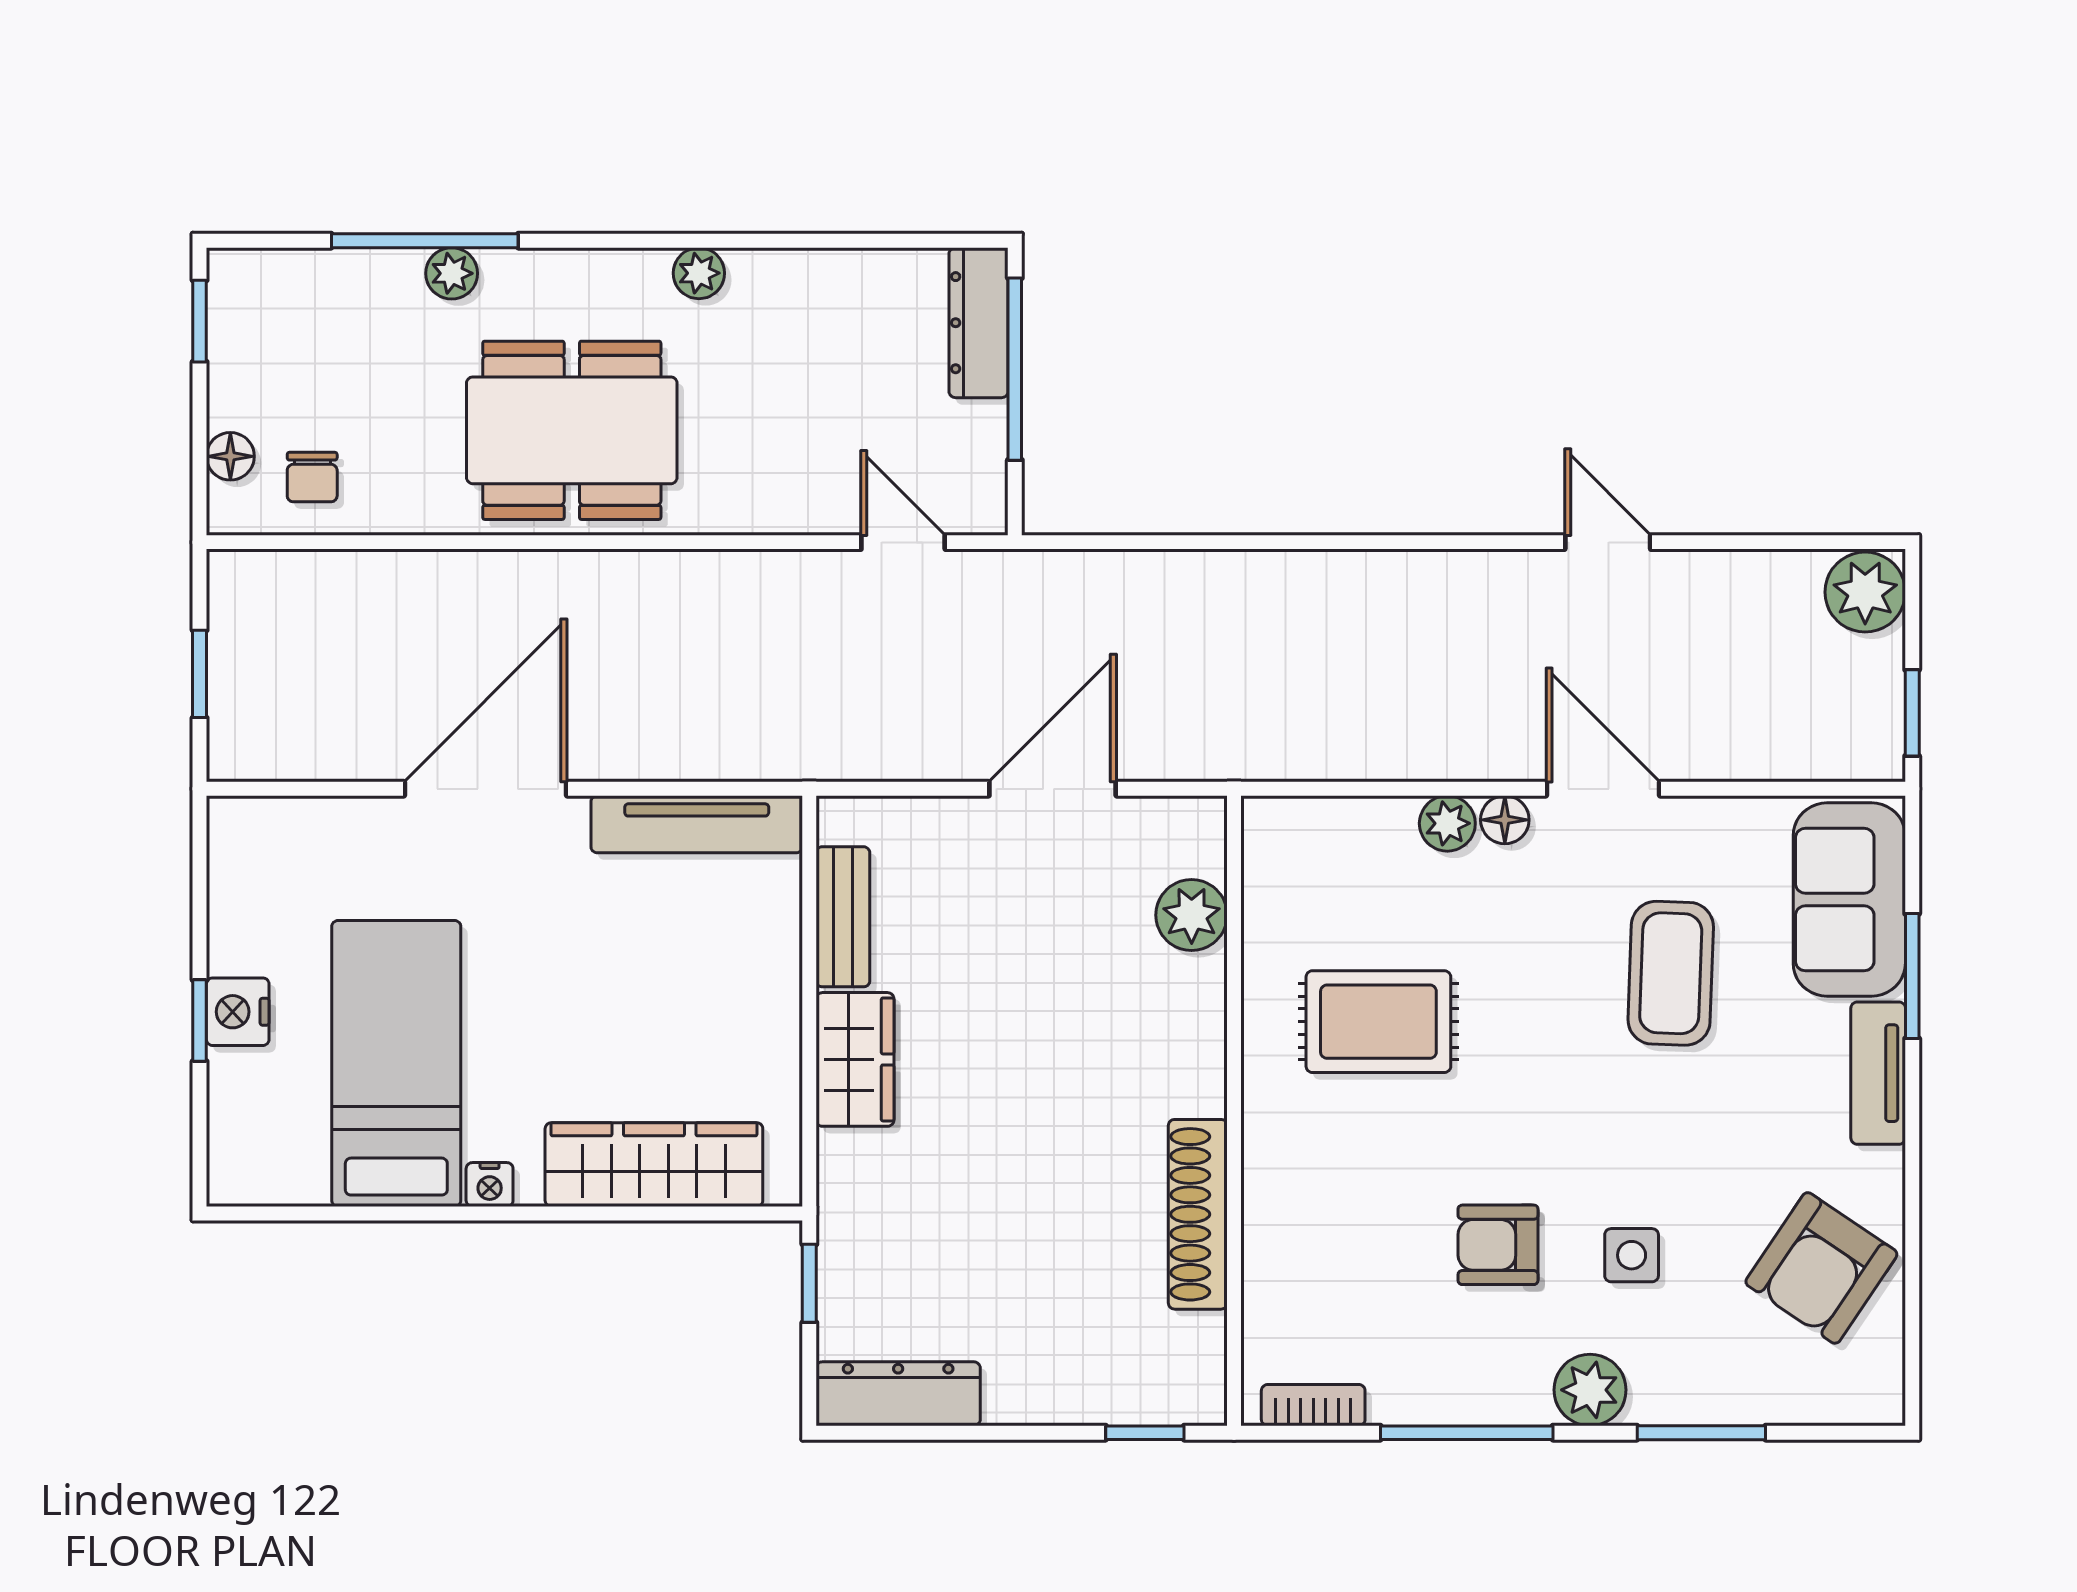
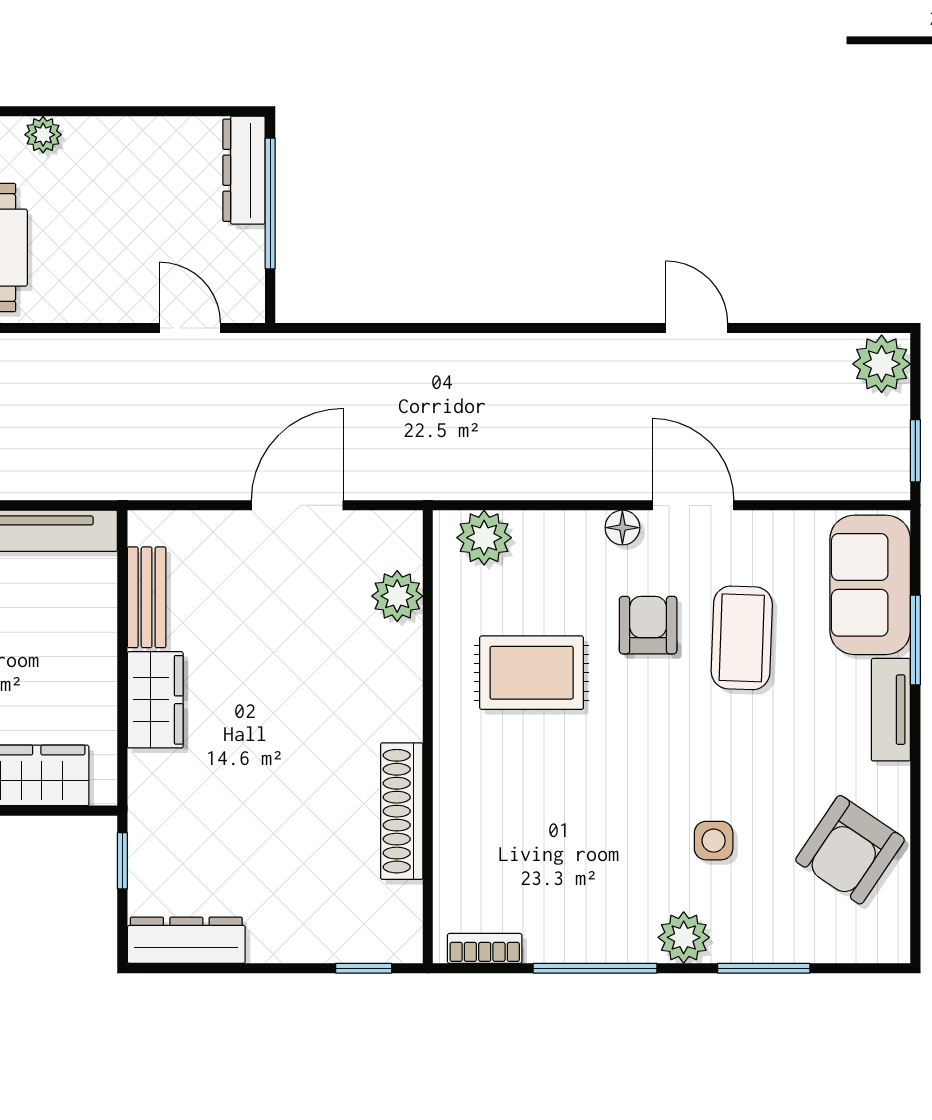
plant: (1447, 823) -> (484, 538), moved, width x1.38, depth x1.38
armchair: (1498, 1245) -> (648, 625), moved, turned 90

